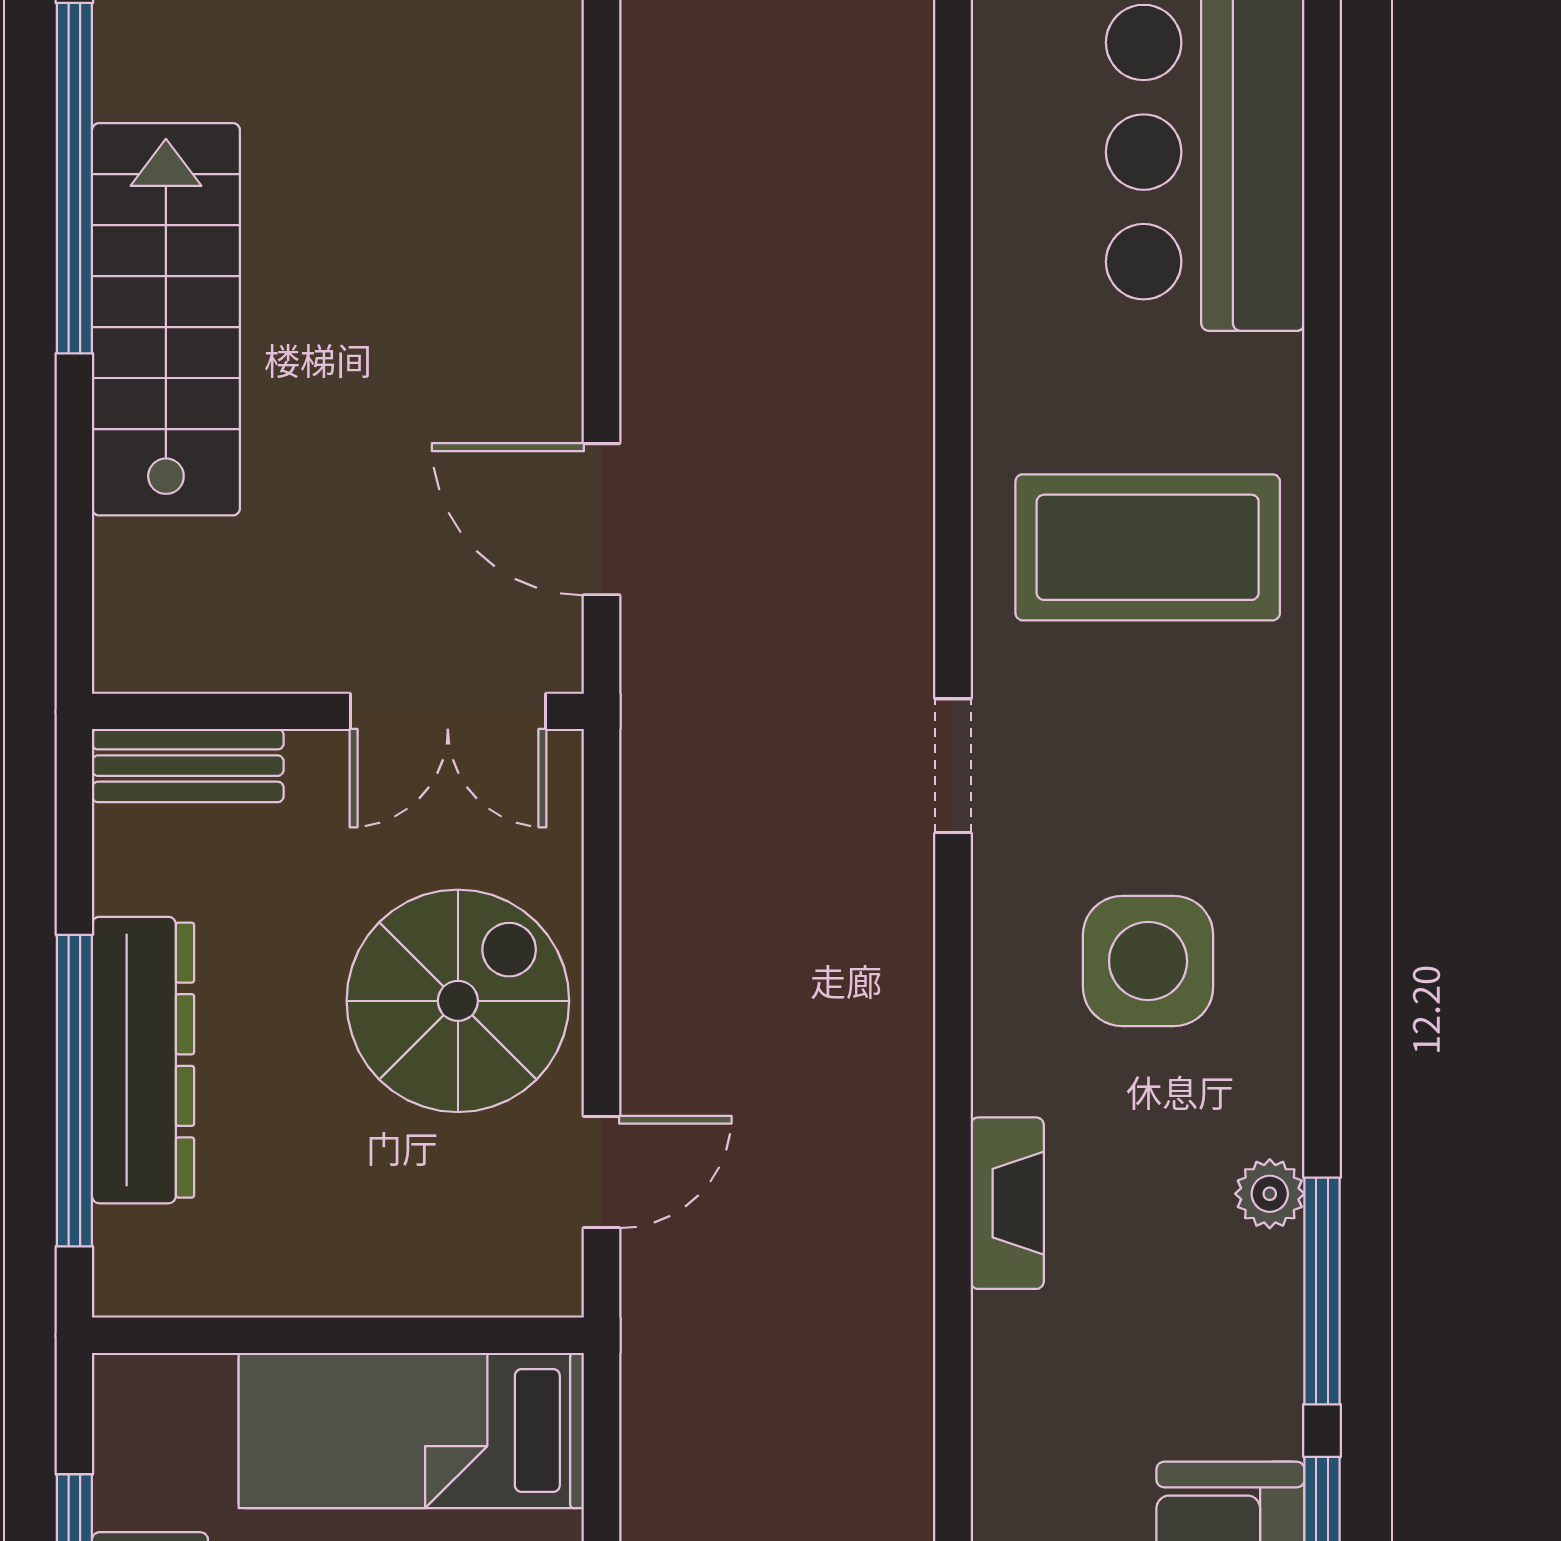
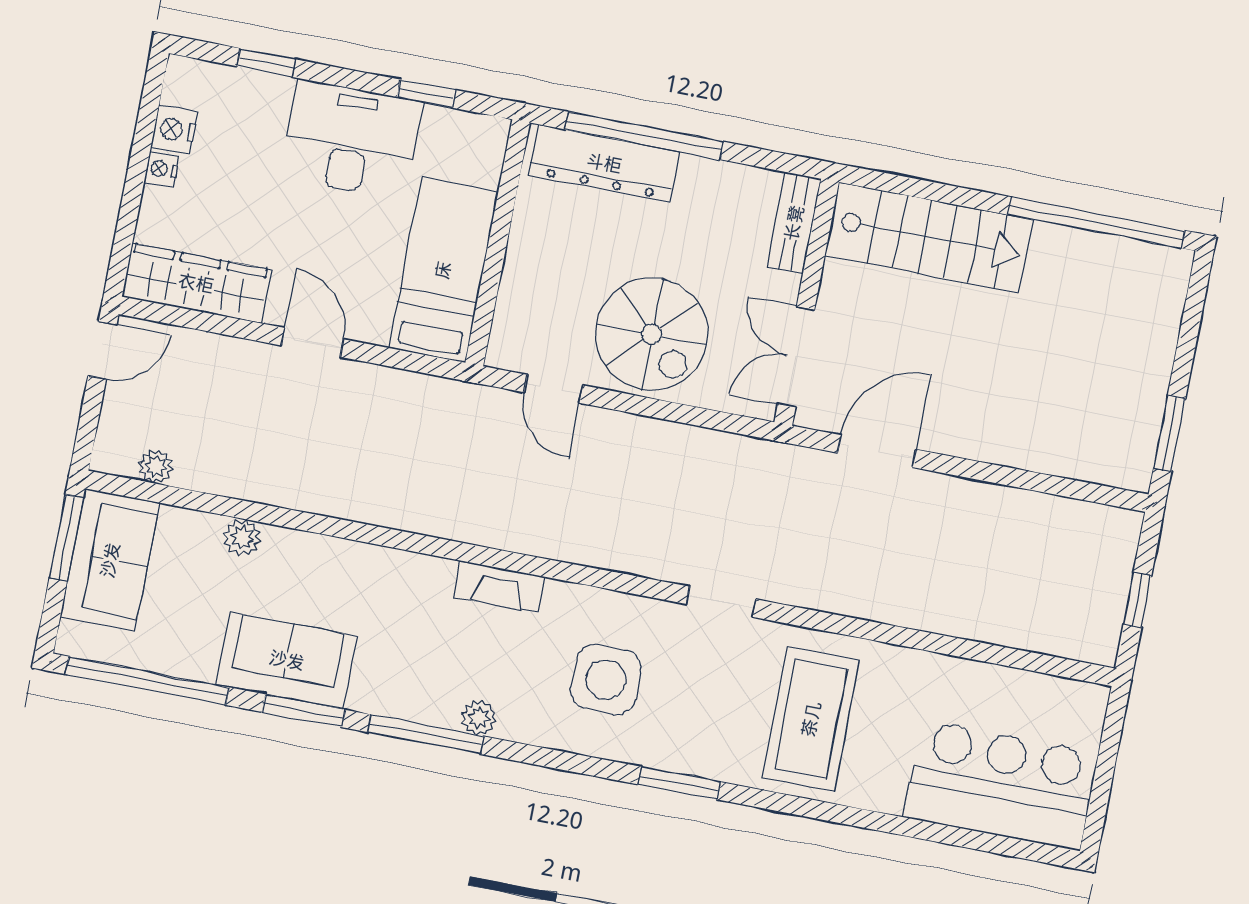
stairs: (166, 319) -> (929, 237), moved
window: (1322, 779) -> (679, 783), added
dresser: (143, 1060) -> (604, 163), moved

